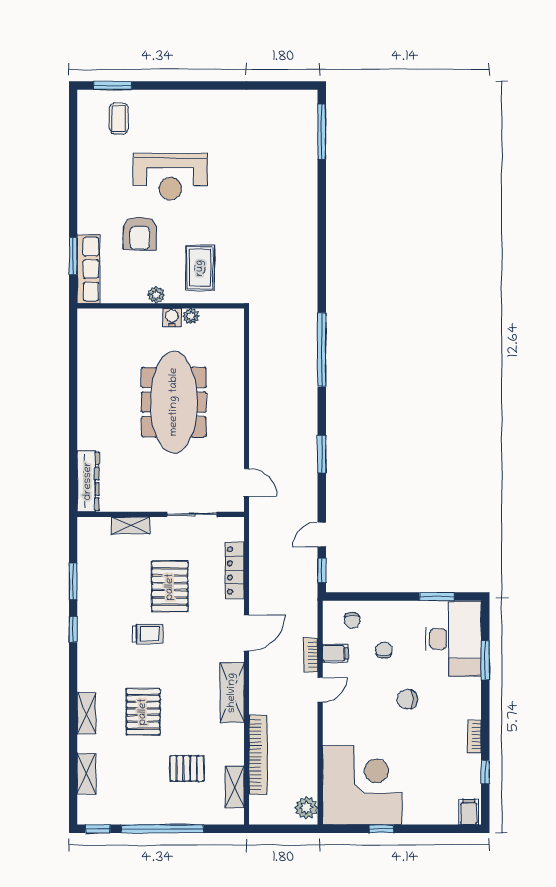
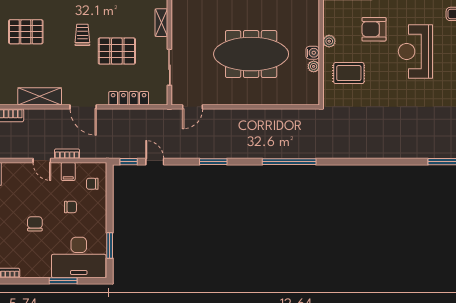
trolley: (147, 634) -> (82, 35), turned 180

